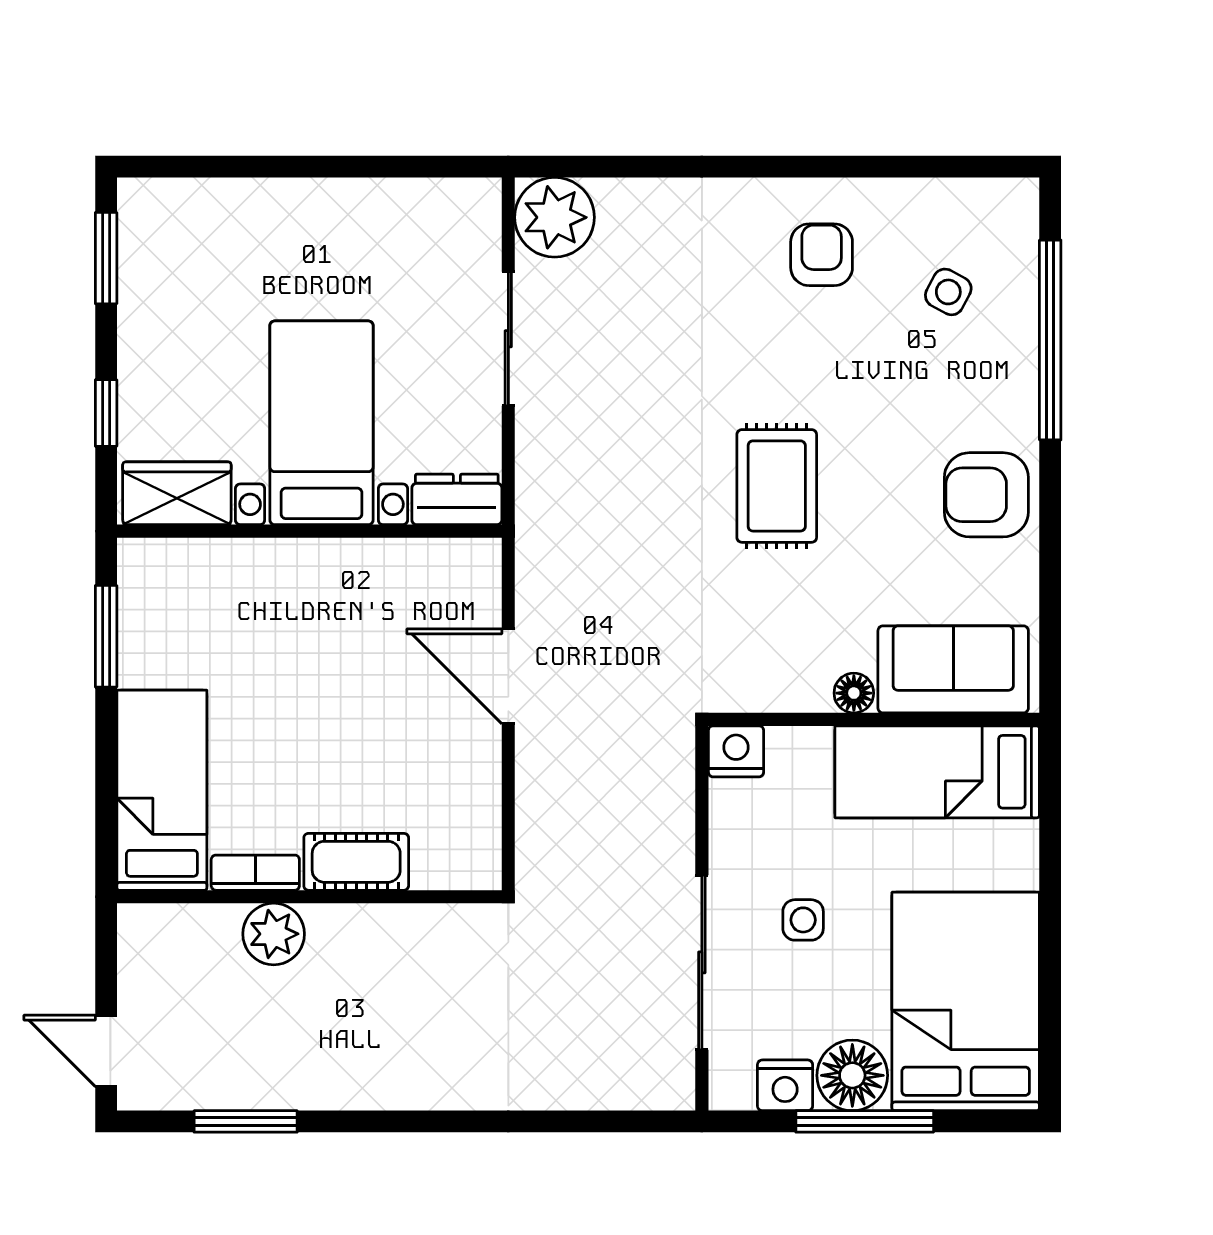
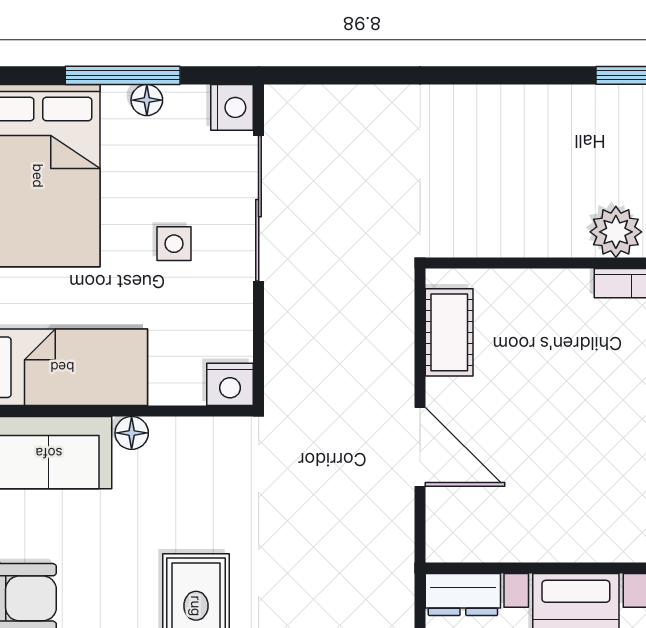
cot: (356, 862) -> (449, 332), moved, turned 90
floor lamp: (852, 1075) -> (147, 100), width x0.53, depth x0.53
nightstand: (785, 1085) -> (232, 107), moved, turned 90

